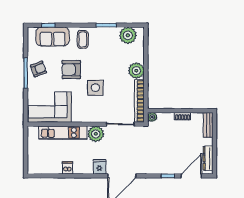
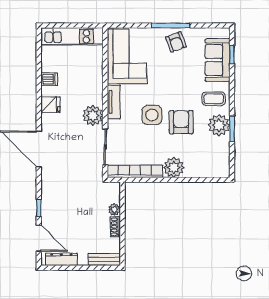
plant: (128, 35) -> (219, 125), moved
armchair: (71, 70) -> (181, 122), moved
tv unit: (85, 117) -> (114, 102), added
plant: (152, 117) -> (114, 209), moved
kitchen unit: (63, 133) -> (72, 36), moved, turned -90
fridge: (100, 167) -> (50, 105), moved

